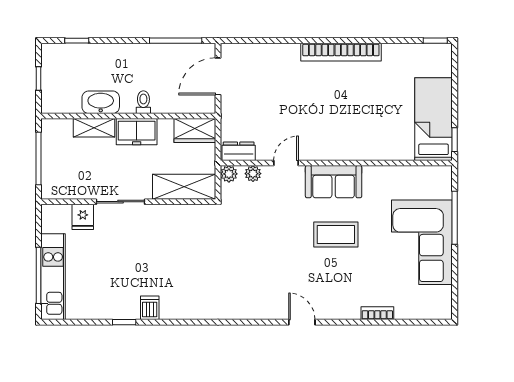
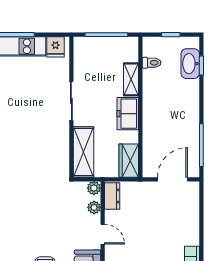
door: (218, 76) -> (172, 179), hinge flipped
washbasin: (101, 102) -> (190, 64), moved, turned 180
toilet: (143, 102) -> (152, 63), moved
fridge: (83, 217) -> (55, 47), moved, turned -90

